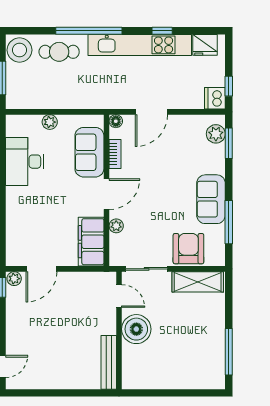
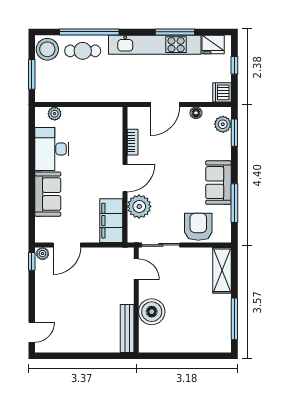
window: (89, 31) -> (89, 32), moved
window: (162, 31) -> (175, 32), width x2.17
window: (229, 86) -> (234, 65), moved
floor lamp: (116, 121) -> (196, 113), moved
plant: (50, 122) -> (55, 114), moved
sofa: (89, 152) -> (48, 194), moved, turned 180
plant: (116, 226) -> (139, 206), width x1.87, depth x1.87
shelving: (198, 282) -> (222, 270), moved, turned 90
boiler: (136, 329) -> (152, 312), moved

